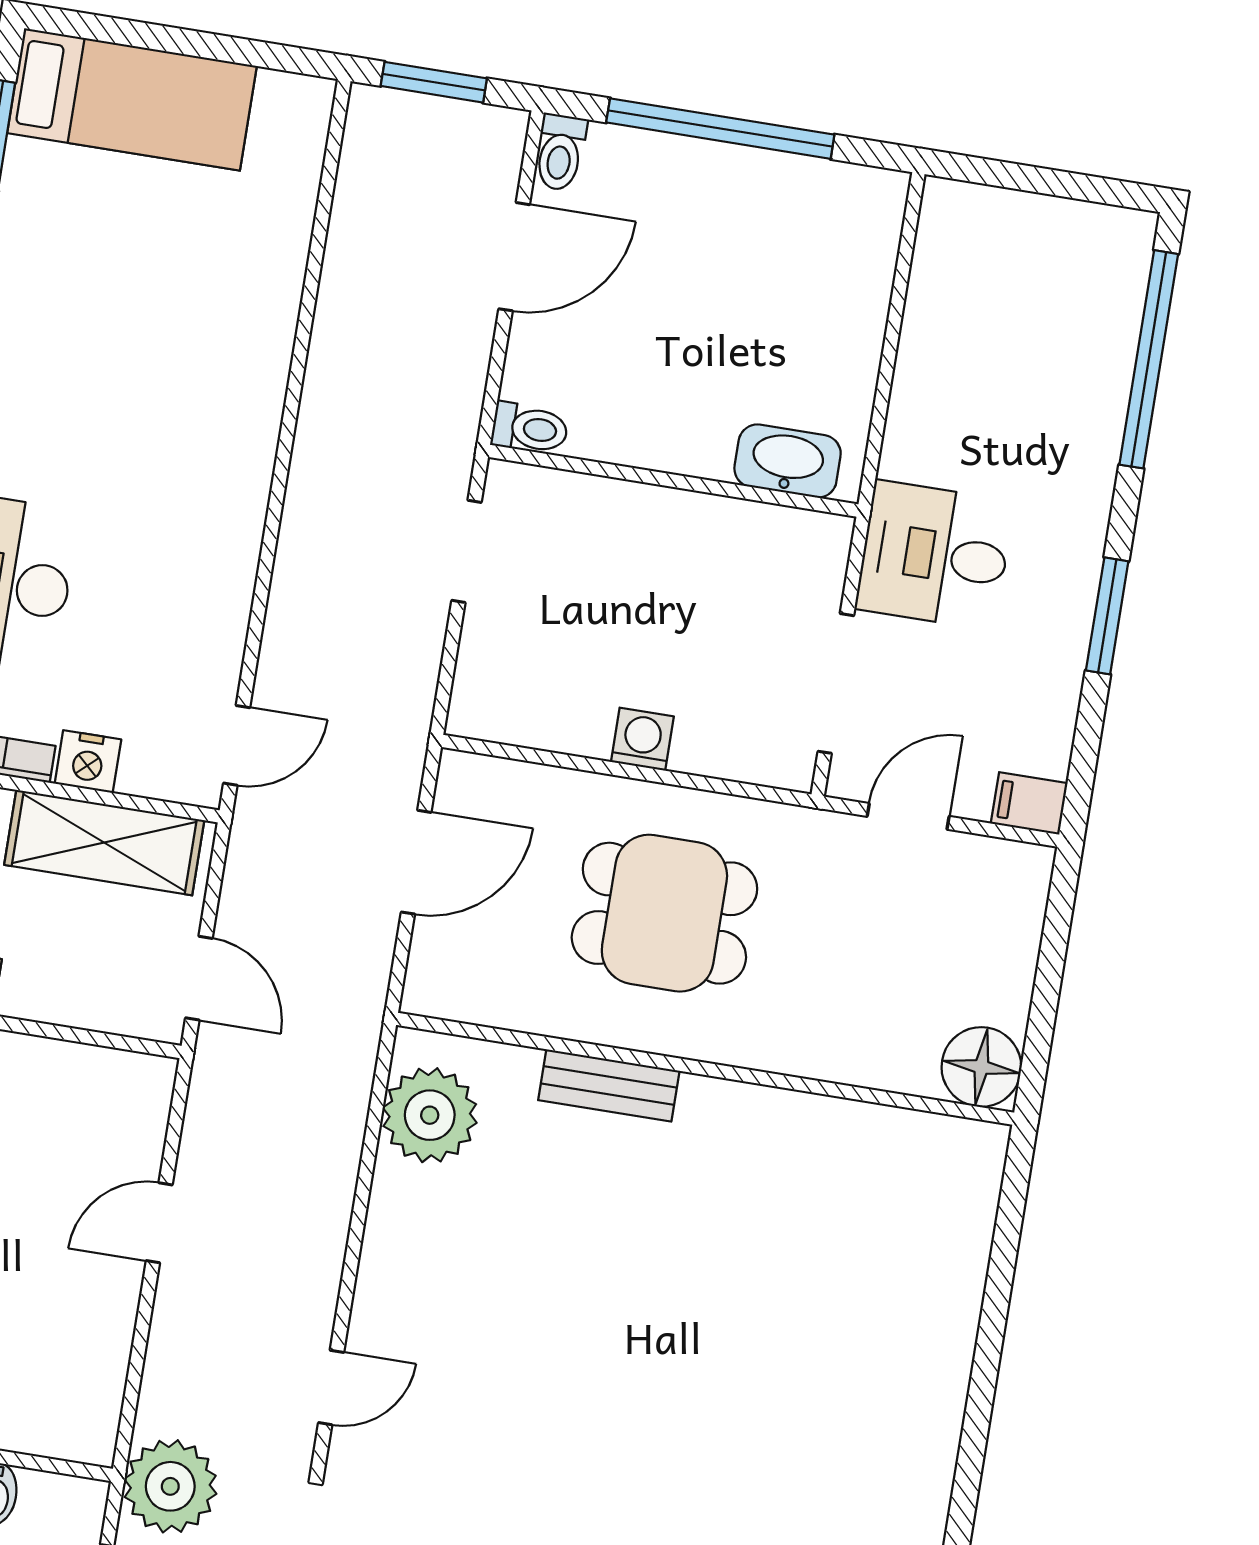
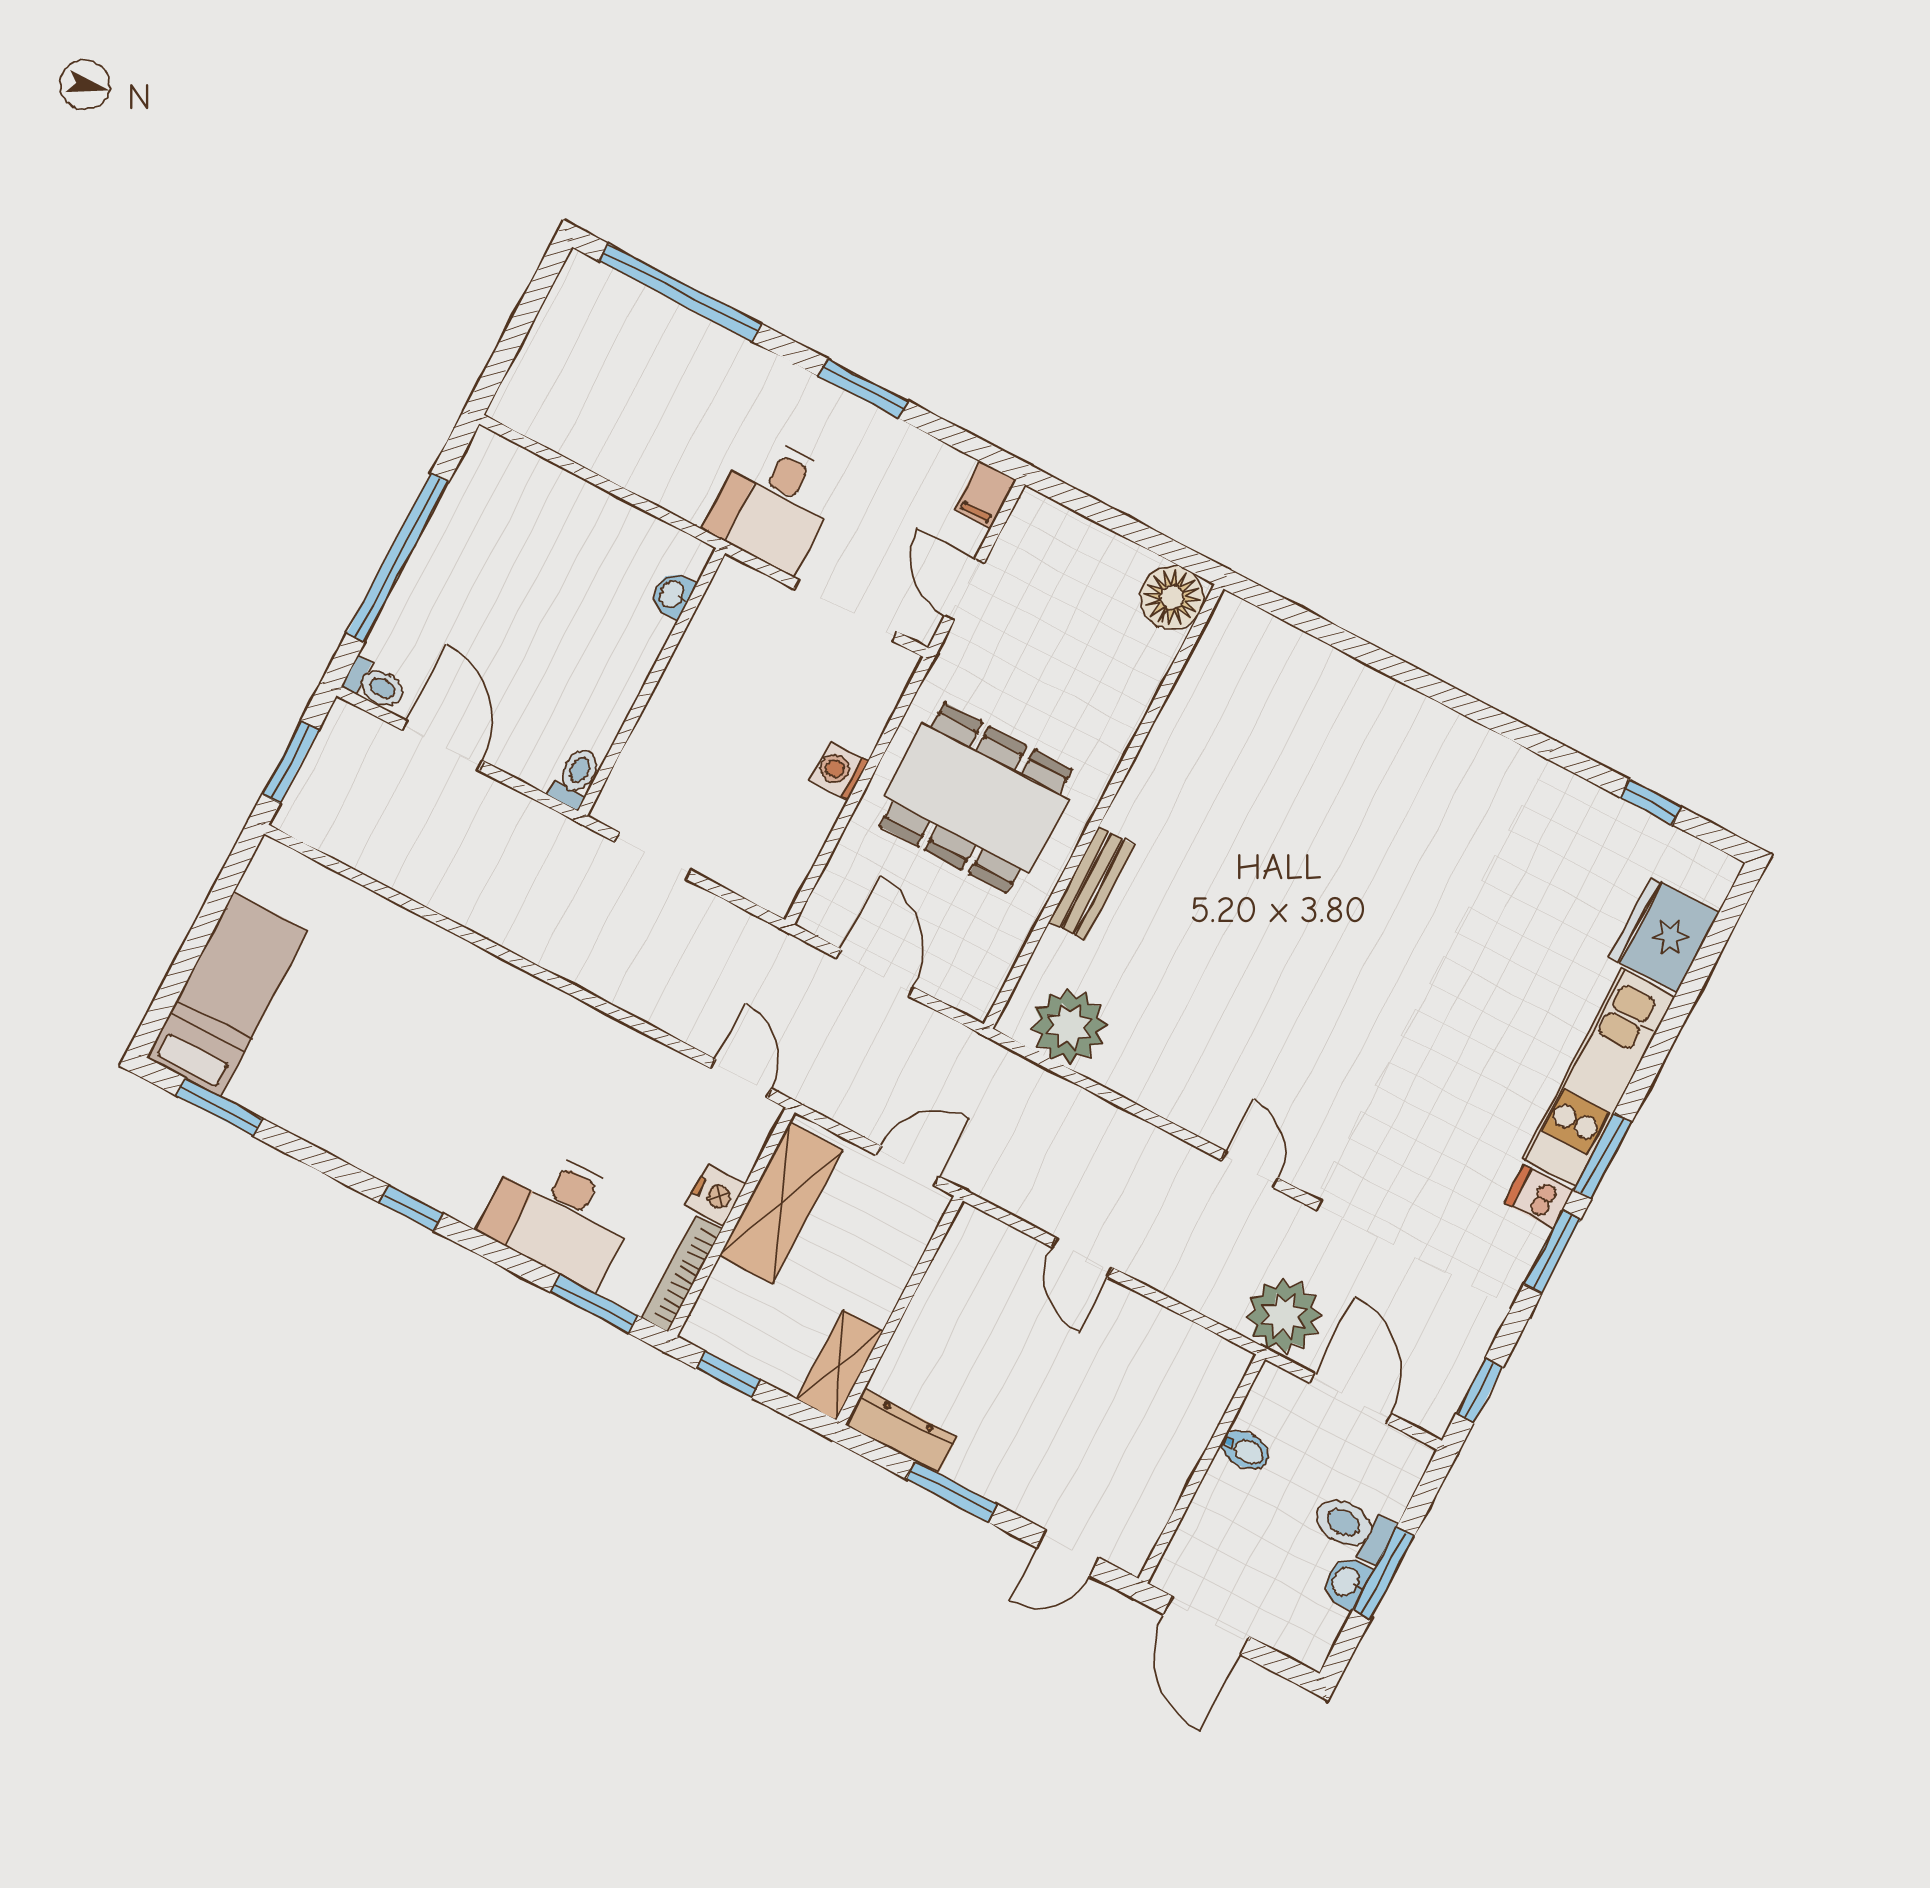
washbasin: (788, 461) -> (673, 594), width x0.52, depth x0.69
dining table: (664, 913) -> (976, 798), width x1.38

